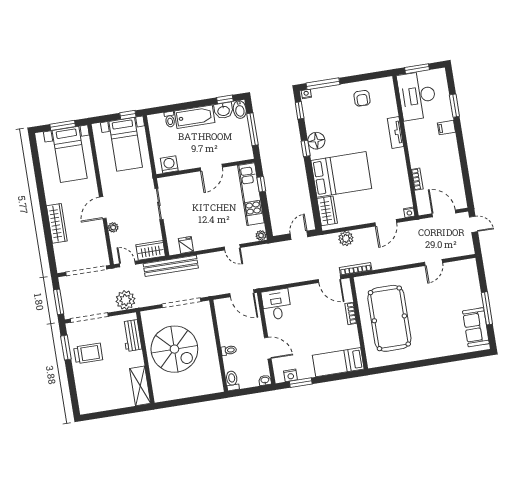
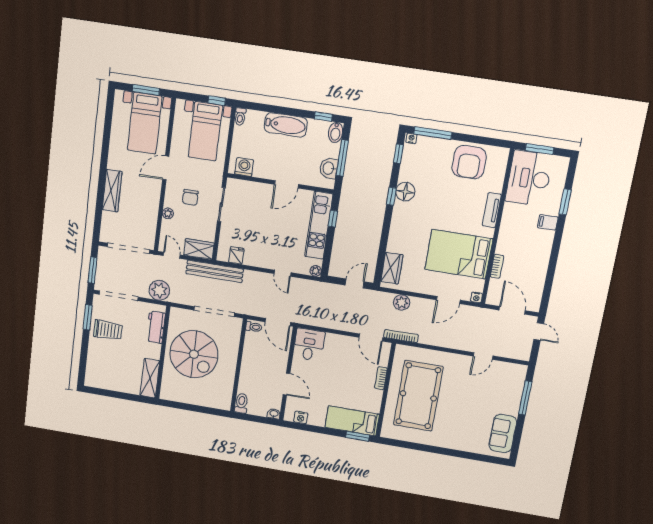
armchair: (362, 98) -> (469, 162), width x1.88, depth x1.88
washbasin: (224, 111) -> (329, 168), moved, turned 90
toilet: (170, 119) -> (240, 116), moved
bed: (341, 174) -> (459, 254), moved, turned 180
chair: (129, 207) -> (190, 197), added
door: (103, 208) -> (166, 168), moved
window: (487, 308) -> (525, 398), moved
toilet: (229, 350) -> (254, 327), moved
window: (301, 383) -> (358, 436), moved

